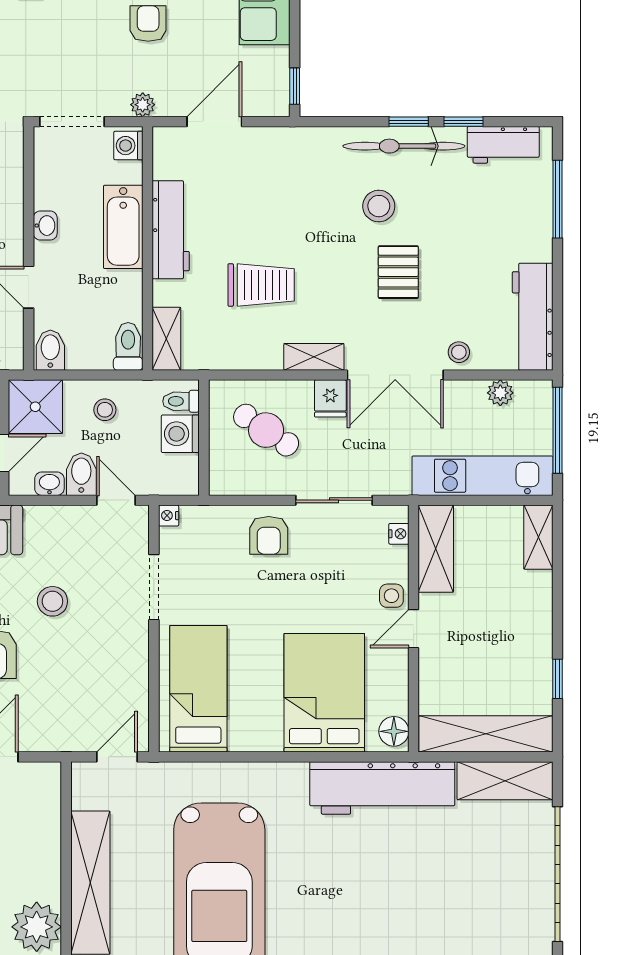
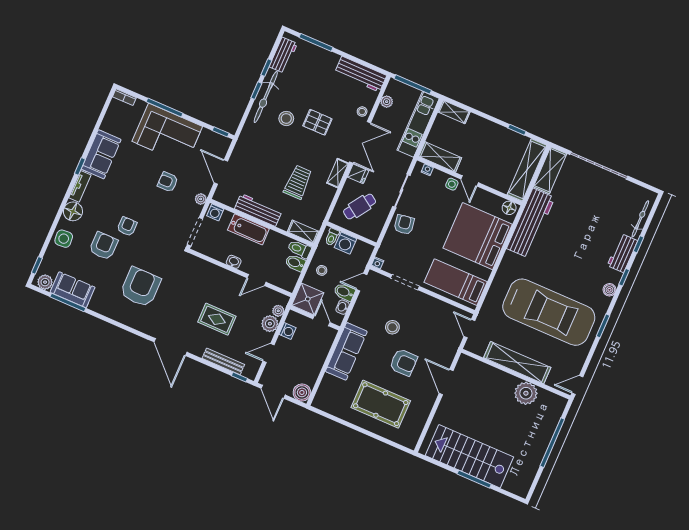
bidet: (50, 350) -> (295, 263), moved
armchair: (269, 535) -> (404, 225), turned -99
bed: (324, 693) -> (478, 236), width x1.36

